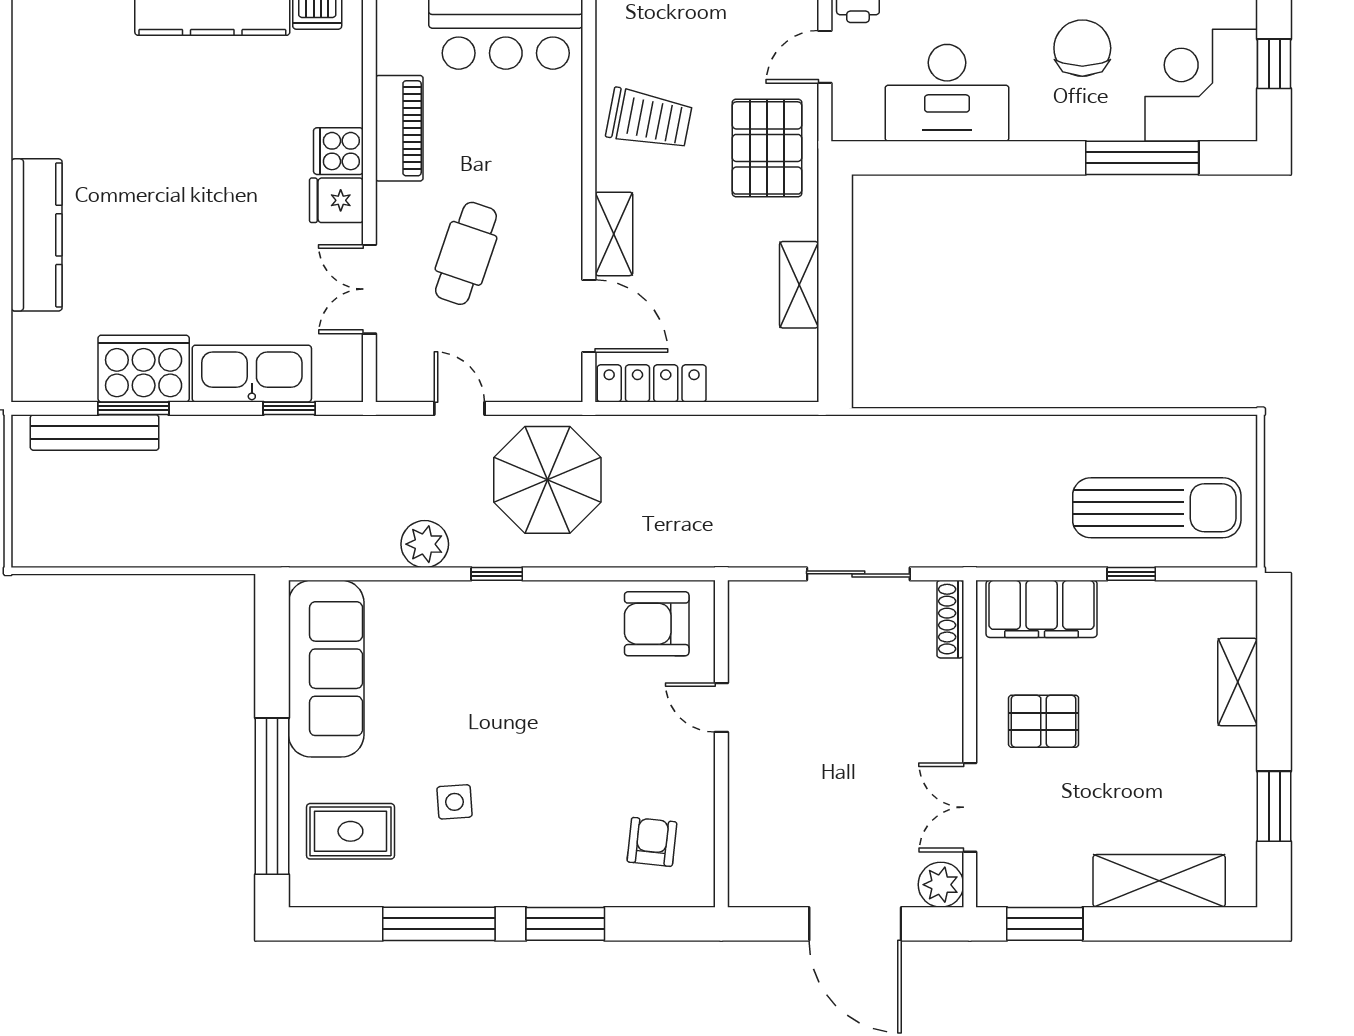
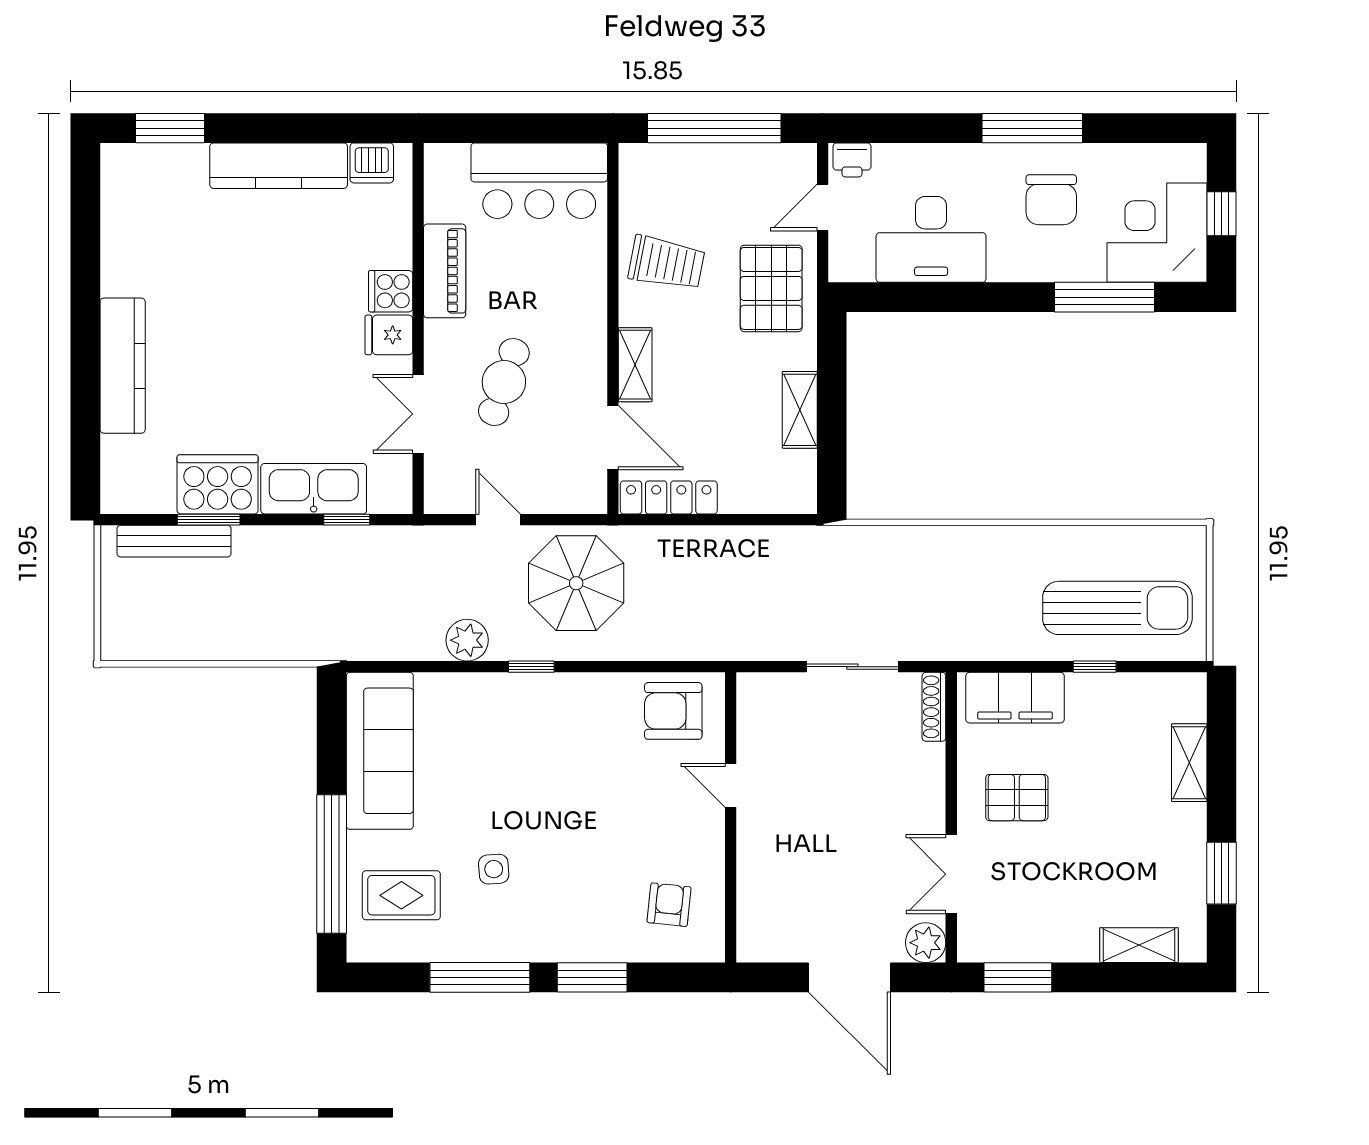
chair: (1082, 48) -> (1051, 200), turned 180
shelving: (1159, 881) -> (1139, 945), width x0.67, depth x0.75

